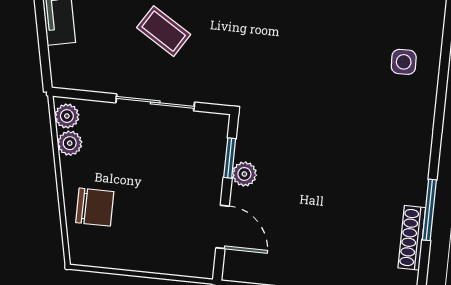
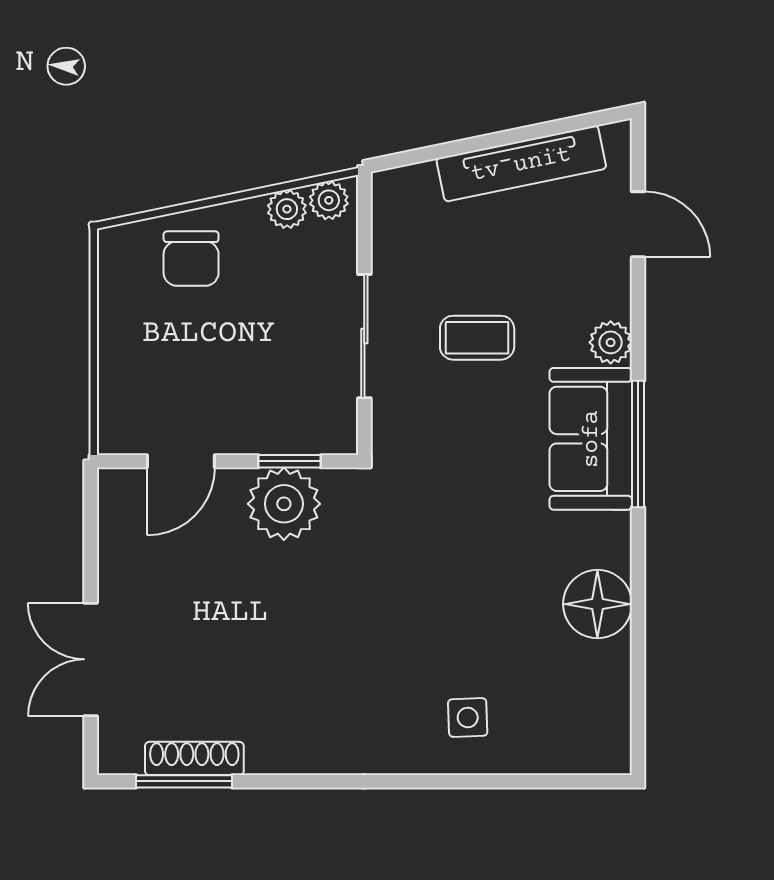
coffee table: (164, 31) -> (477, 338), turned 58
plant: (244, 174) -> (284, 504), width x1.87, depth x1.87
window: (429, 210) -> (184, 781), moved

